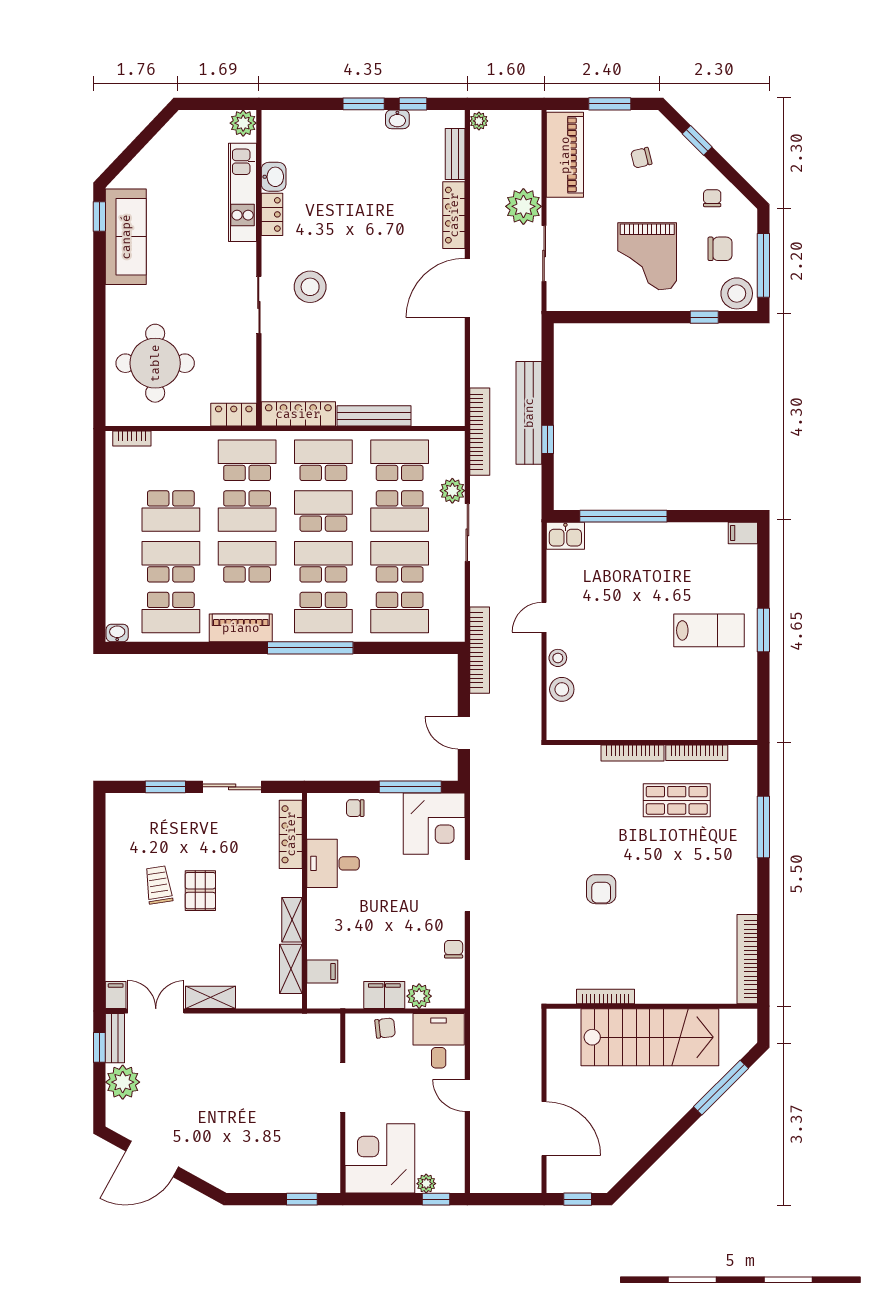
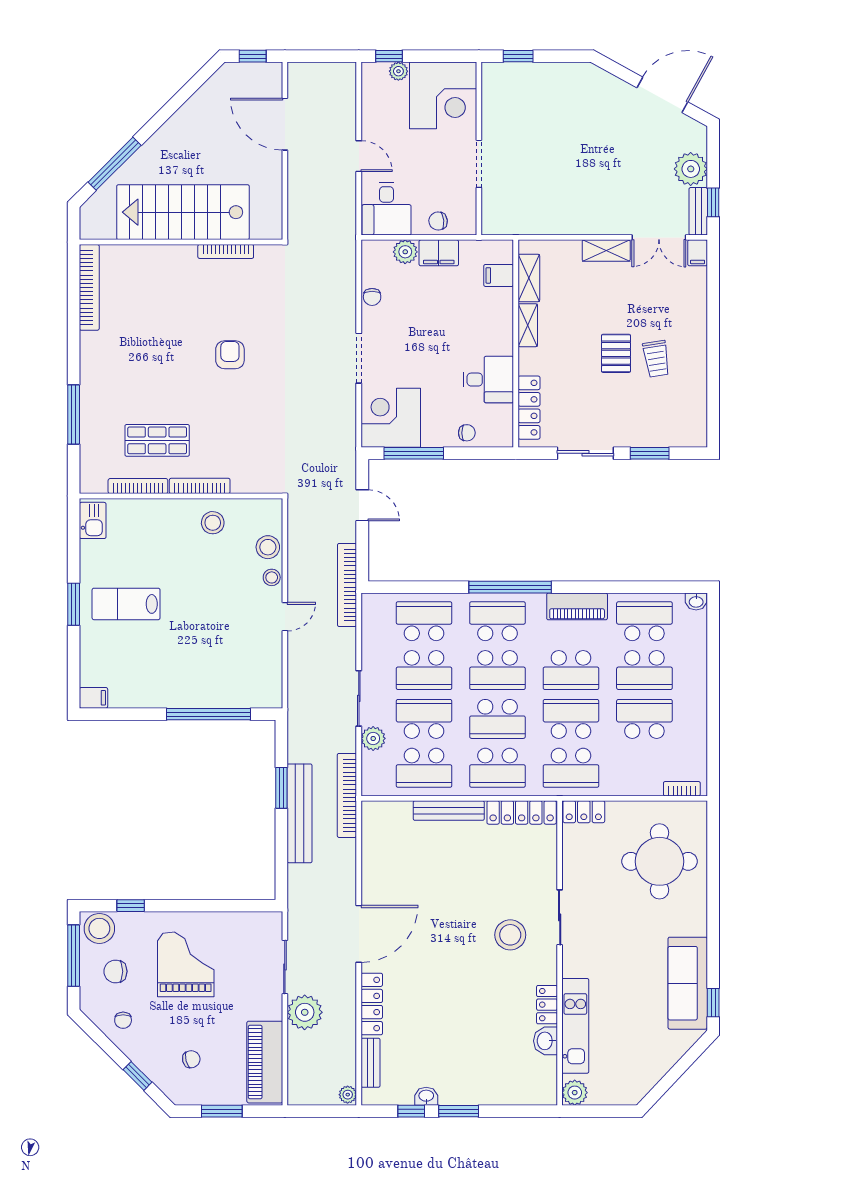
window: (548, 439) -> (281, 788), width x1.50
kitchen sink: (565, 536) -> (93, 520), moved, turned 90
stool: (619, 715) -> (213, 523), added

